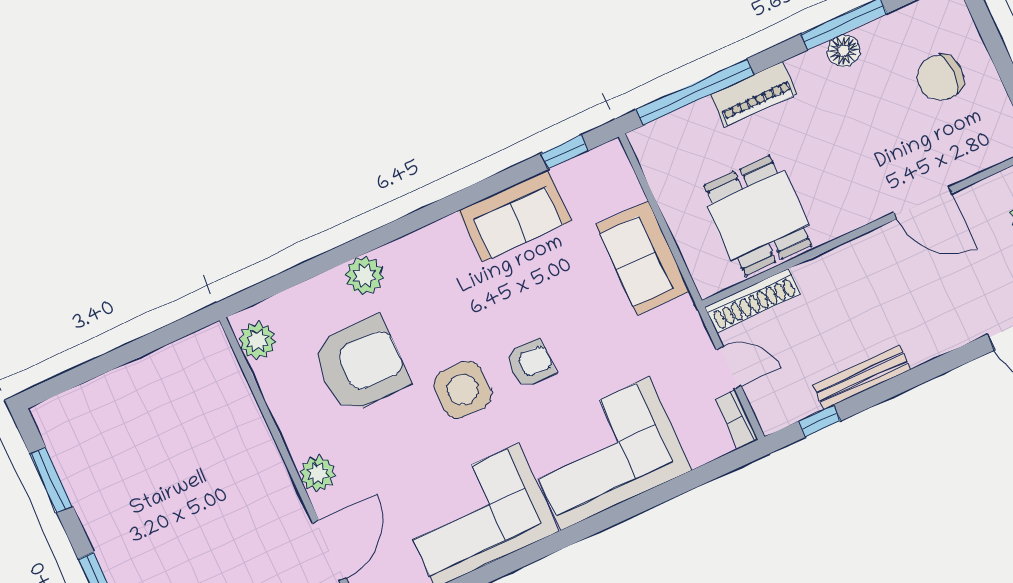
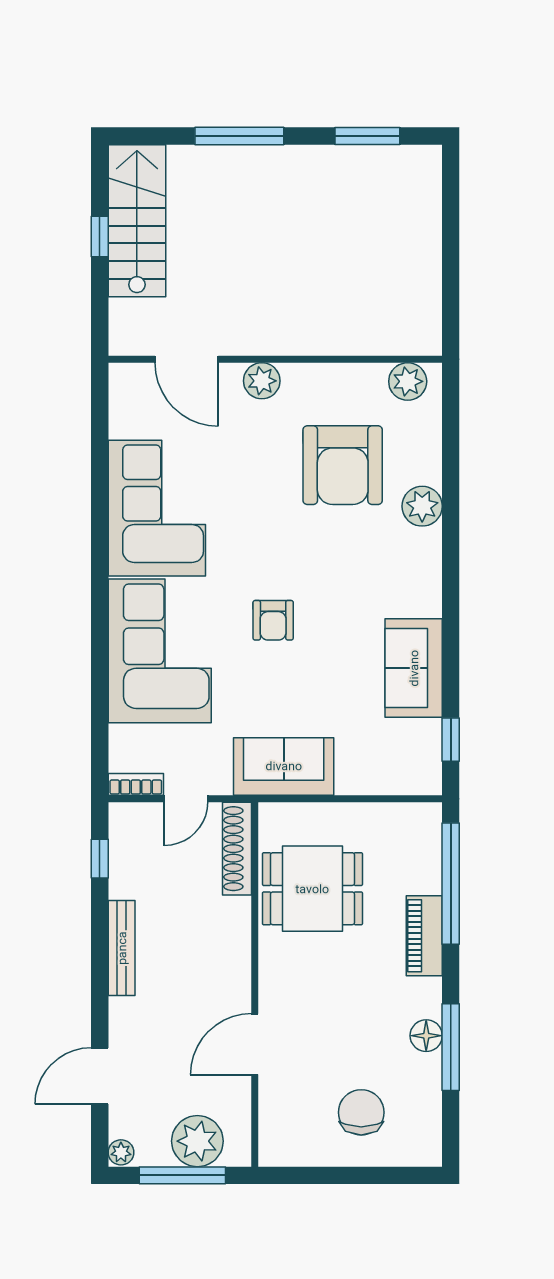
sofa: (643, 258) -> (284, 766), moved
bench: (862, 377) -> (122, 948), moved
side table: (463, 390) -> (277, 548), removed

